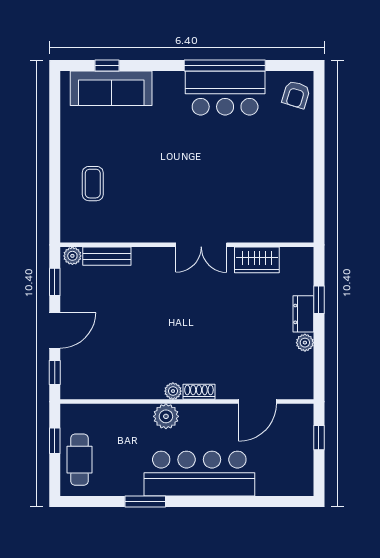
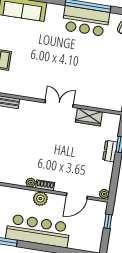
double door: (201, 245) -> (59, 104), swing flipped
plant: (305, 343) -> (104, 194), moved
plant: (166, 416) -> (40, 199), moved

